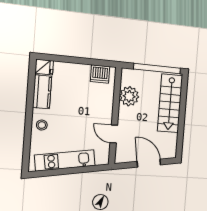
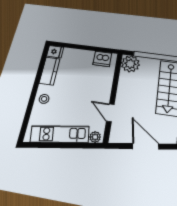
plant: (129, 96) -> (130, 64), moved
plant: (101, 159) -> (95, 137), added

